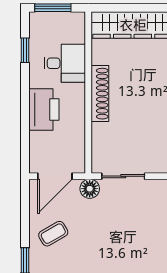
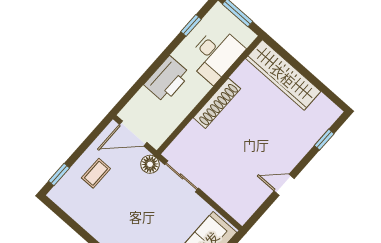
desk: (65, 63) -> (216, 54), width x1.37
coffee table: (53, 234) -> (96, 173), turned -60

